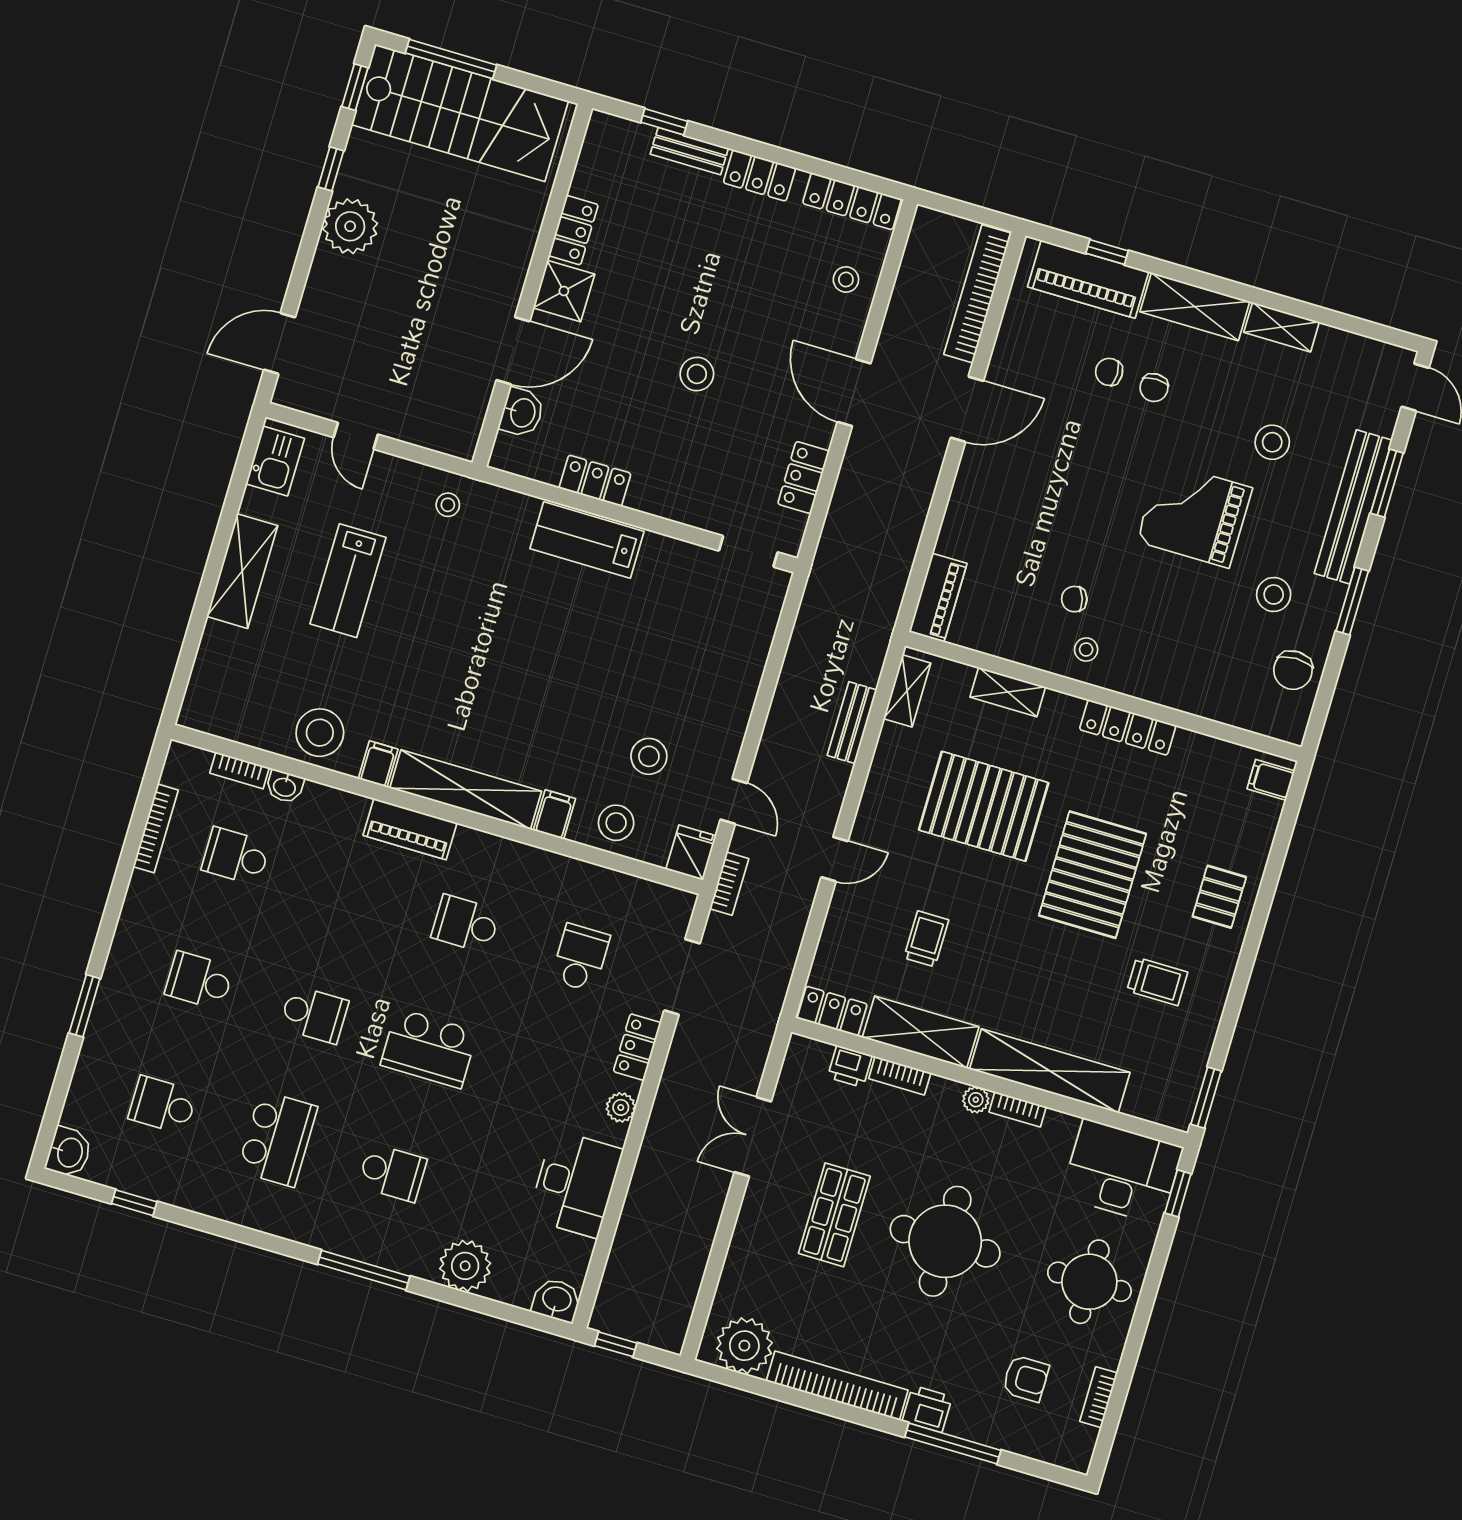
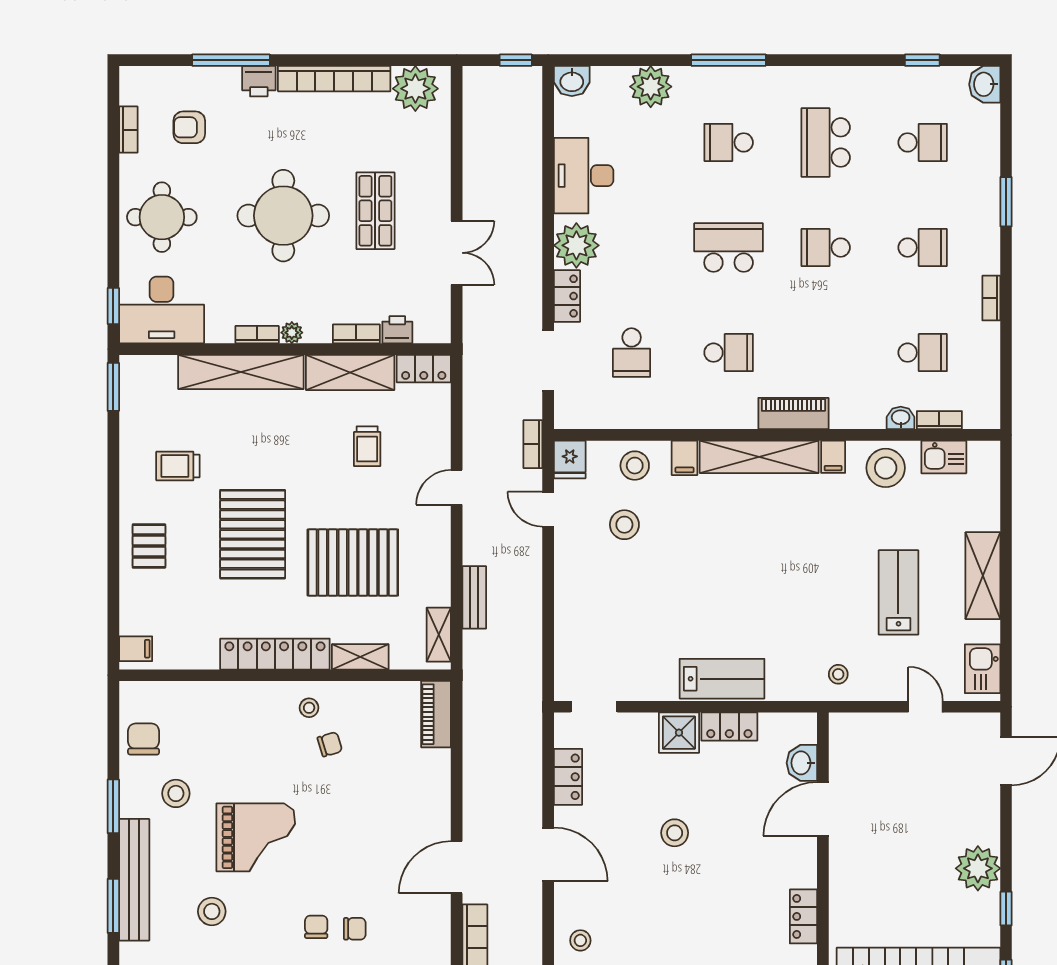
shower: (564, 291) -> (679, 733), moved
kitchen sink: (247, 725) -> (944, 457), added
locker: (1128, 727) -> (275, 654), width x1.41, depth x1.21
bookcase: (156, 828) -> (991, 298), moved, width x0.64
plant: (621, 1107) -> (576, 245), width x1.88, depth x1.88

